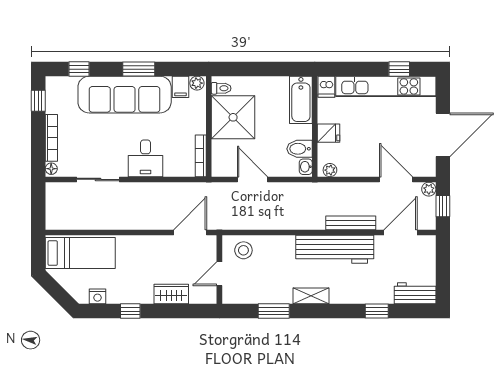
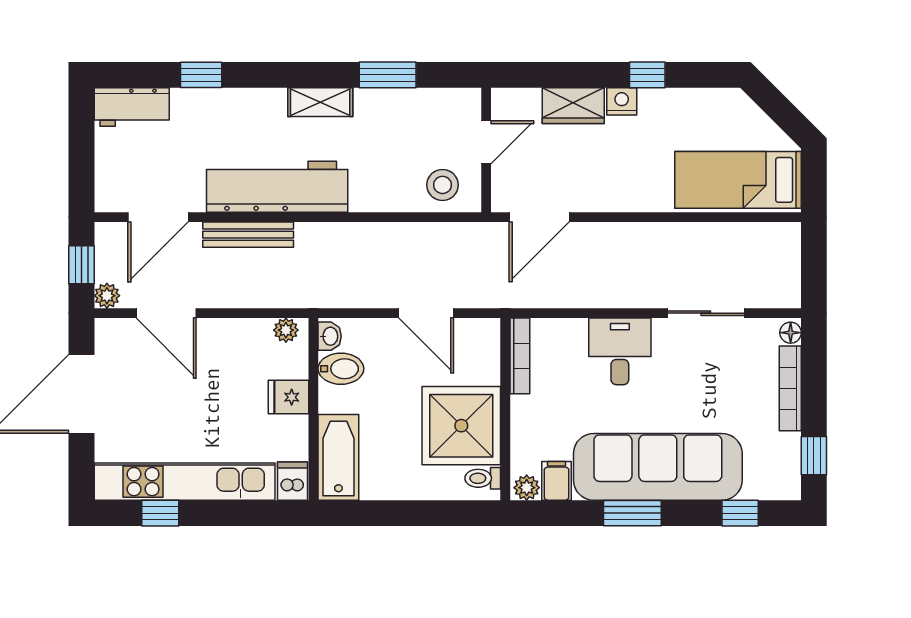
nightstand: (98, 296) -> (622, 101), moved

